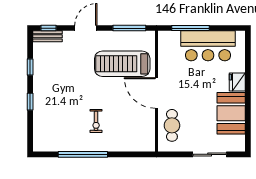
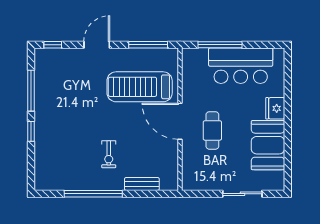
bench: (47, 36) -> (142, 184), moved
window: (30, 67) -> (31, 91), width x2.17
cafe table: (172, 125) -> (212, 130), moved

